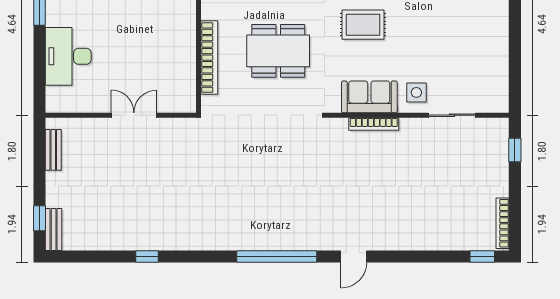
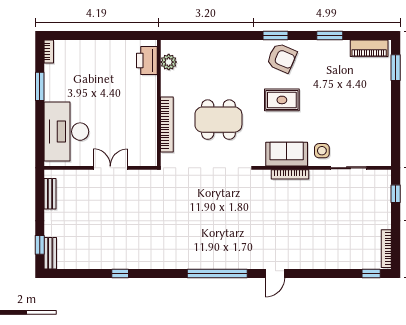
desk: (68, 56) -> (66, 132), width x1.36, depth x1.30

